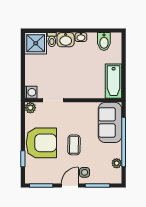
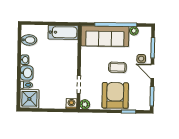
sofa: (110, 122) -> (105, 36), width x1.36

